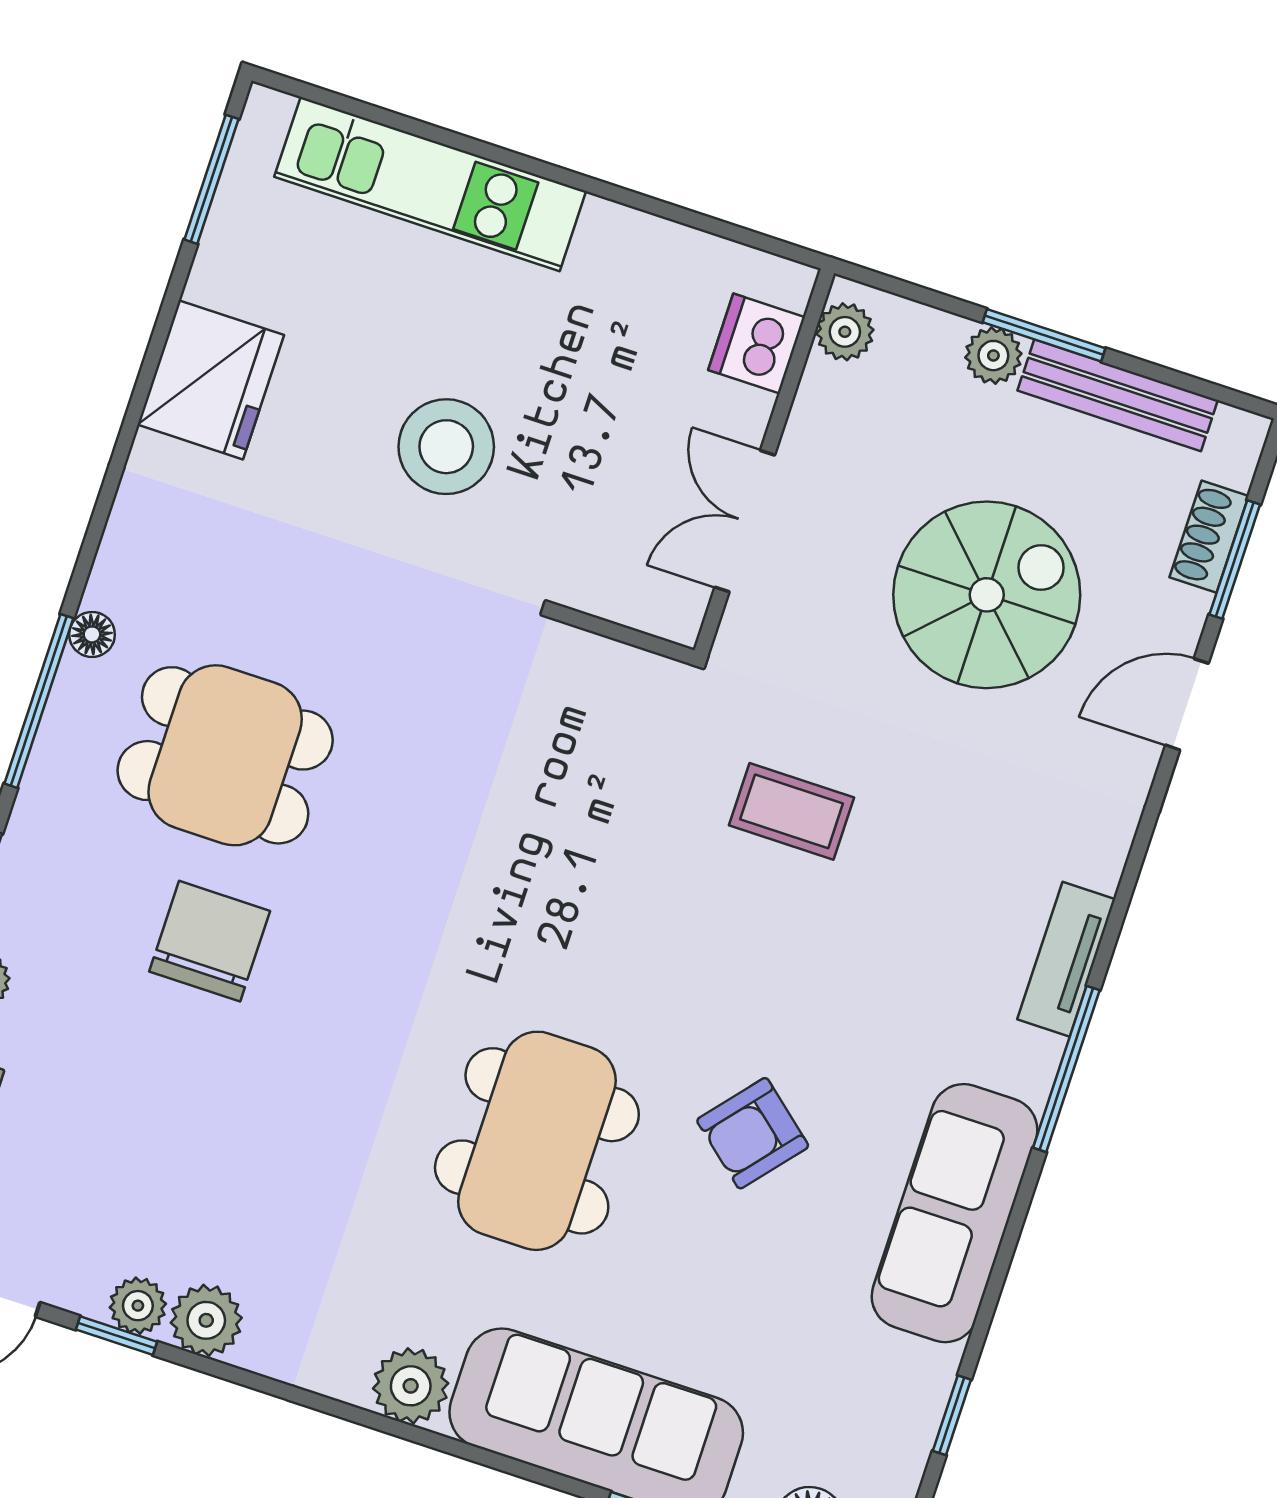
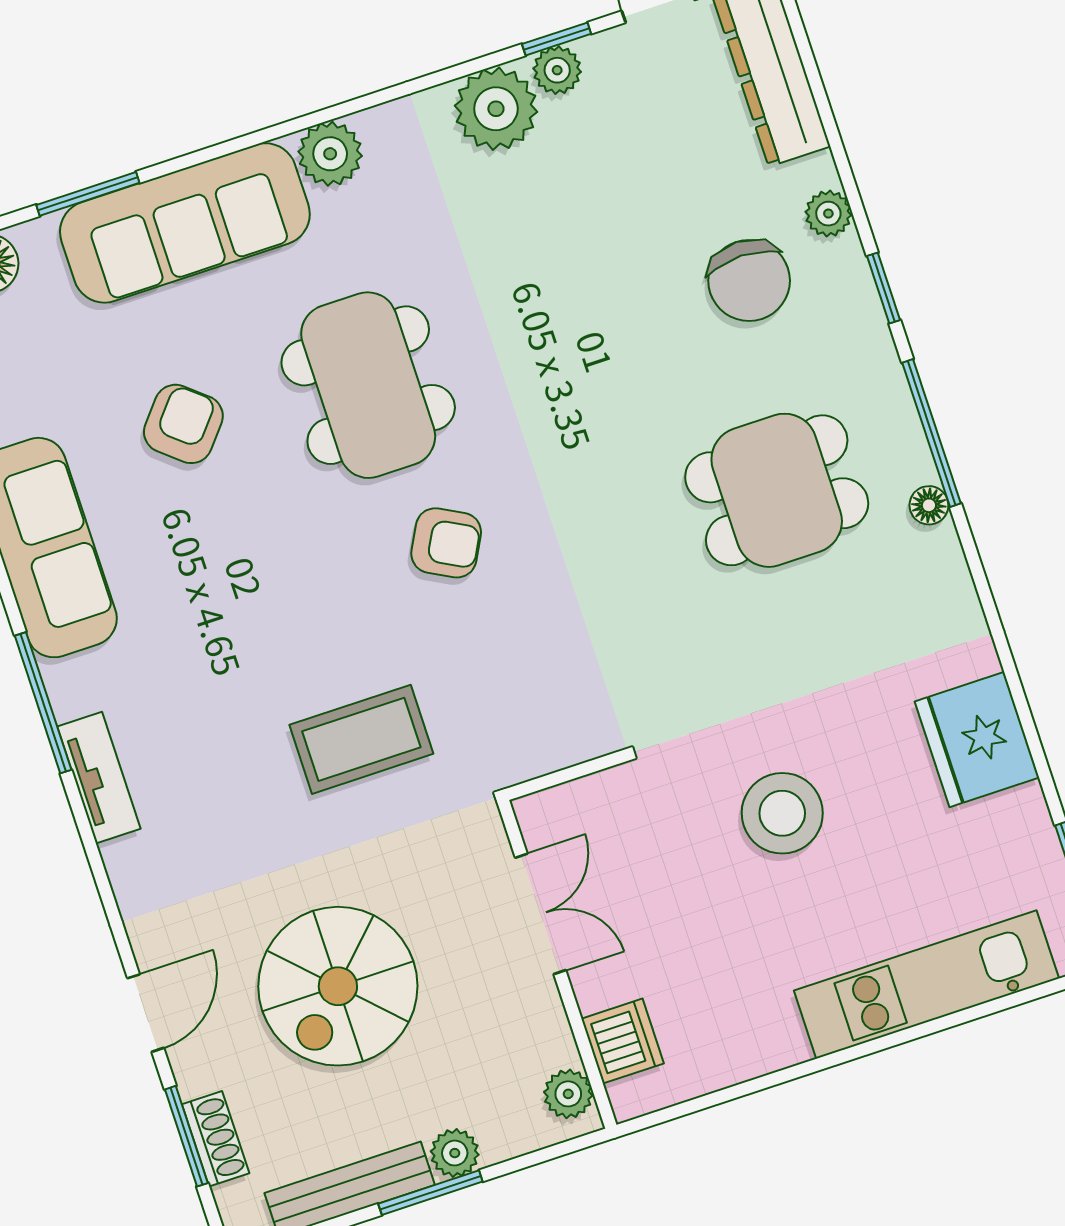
coffee table: (792, 811) -> (361, 739), width x1.36, depth x1.30
armchair: (574, 937) -> (446, 543), added
chair: (210, 941) -> (749, 280), moved
armchair: (753, 1133) -> (183, 424), moved
plant: (206, 1320) -> (496, 109), width x1.36, depth x1.36

